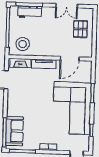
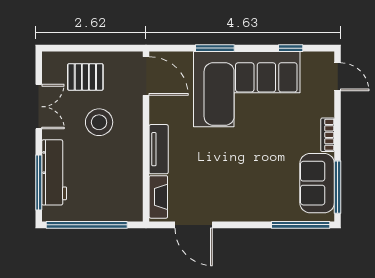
workbench: (30, 12) -> (54, 172), width x1.38
stool: (23, 44) -> (99, 122), moved
door: (70, 59) -> (146, 76), moved
sofa: (15, 131) -> (317, 183), moved, turned -90

